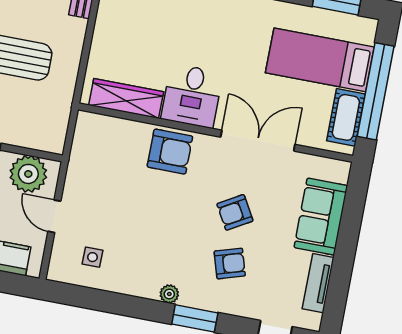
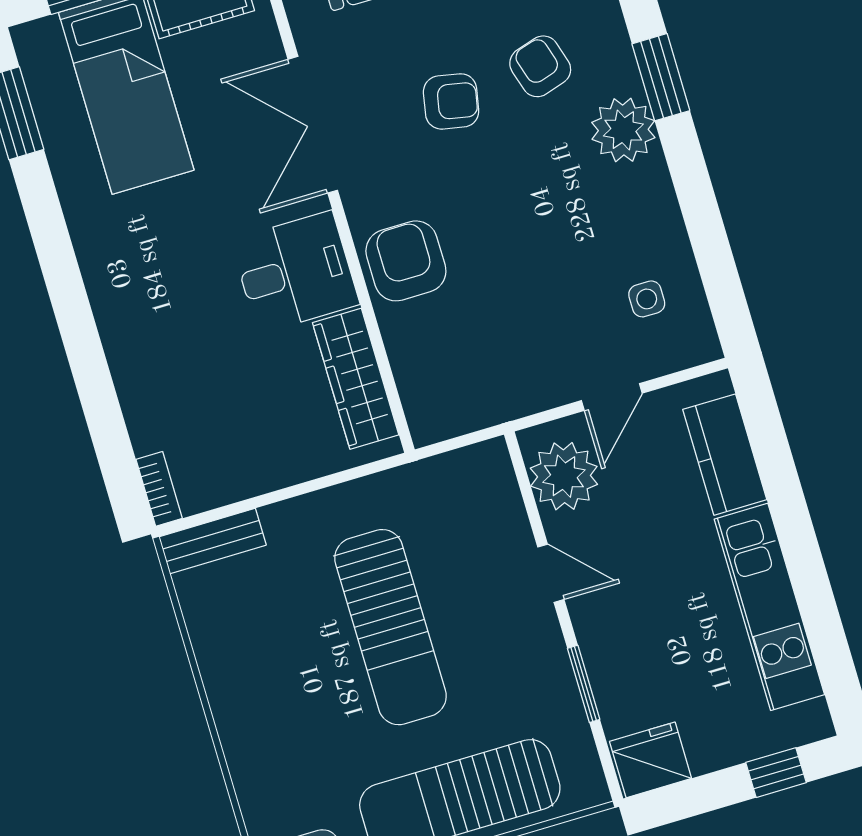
armchair: (235, 212) -> (451, 101), turned -49
plant: (169, 294) -> (623, 130), width x1.88, depth x1.88

